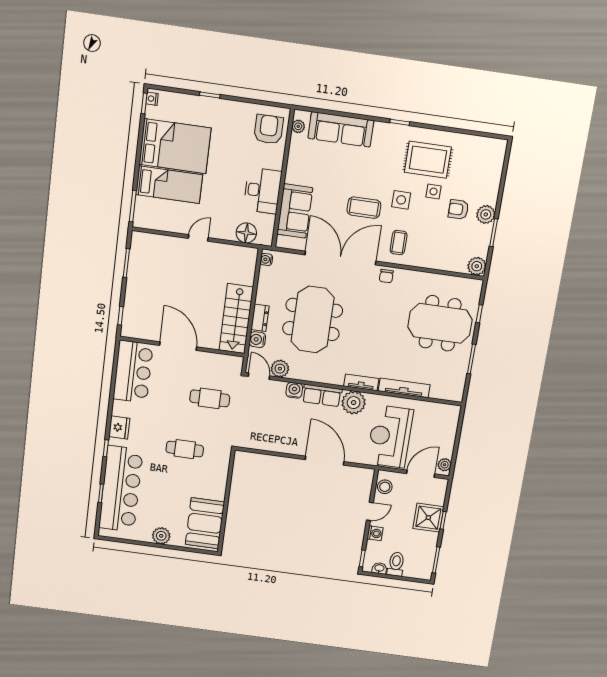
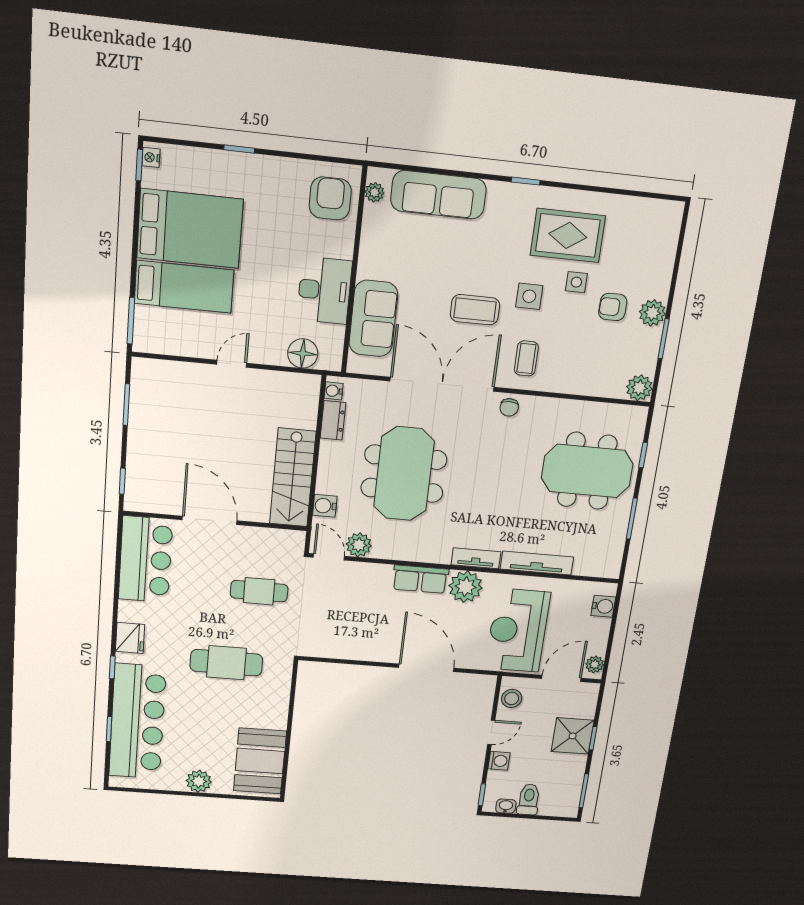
dresser: (260, 318) -> (333, 420), moved
water cooler: (294, 390) -> (603, 606), moved, turned 90
cafe table: (185, 449) -> (226, 663), width x1.37, depth x1.35

